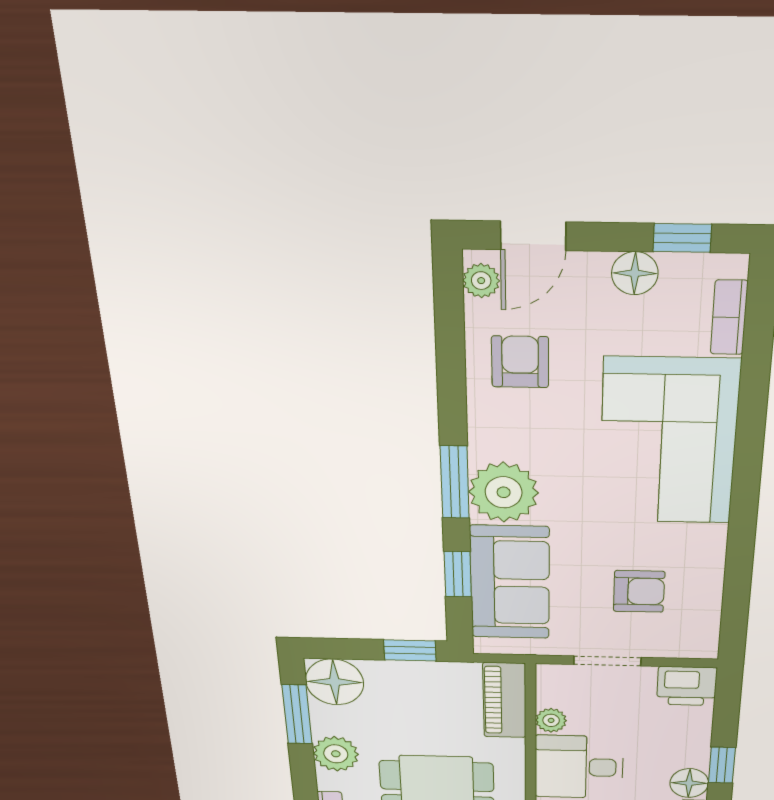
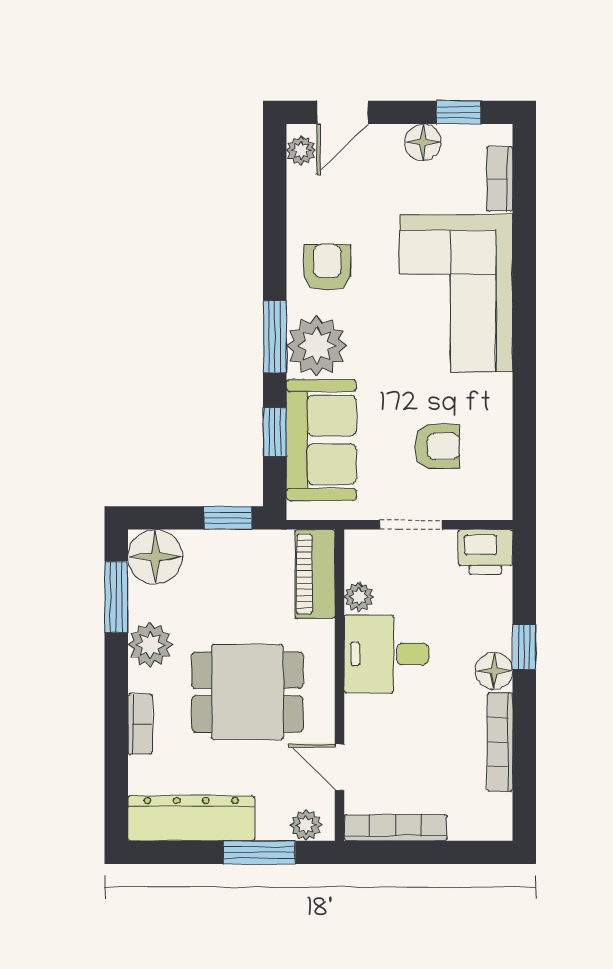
armchair: (520, 362) -> (327, 267), moved

